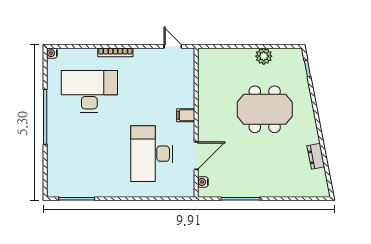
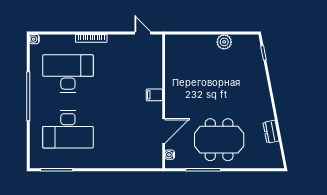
meeting table: (265, 109) -> (219, 140), moved
desk: (152, 154) -> (68, 129), moved, turned -90

